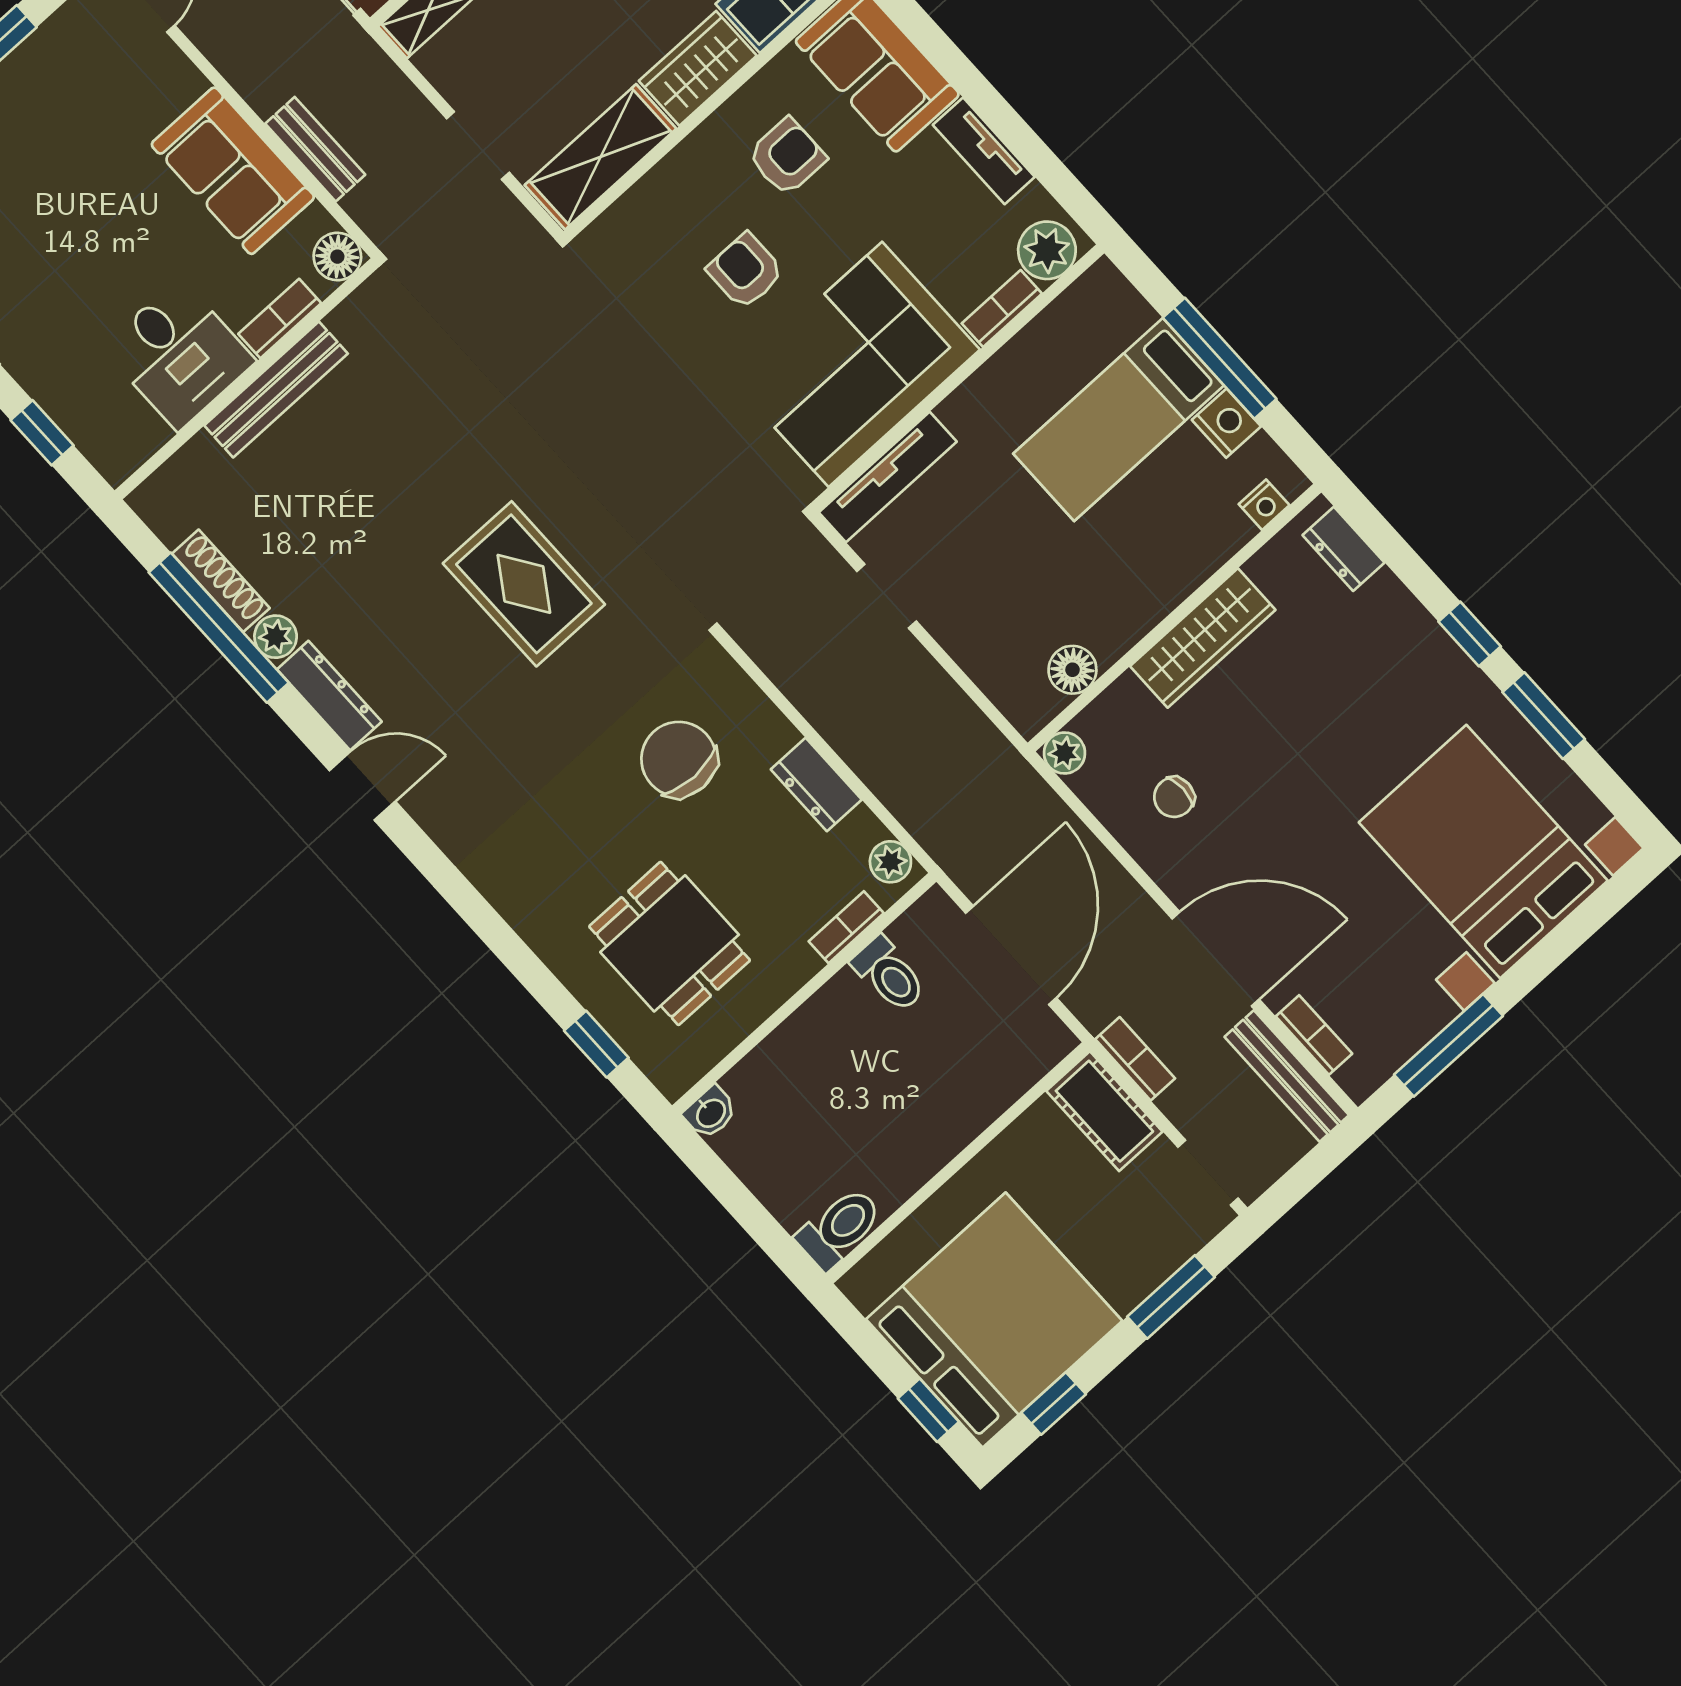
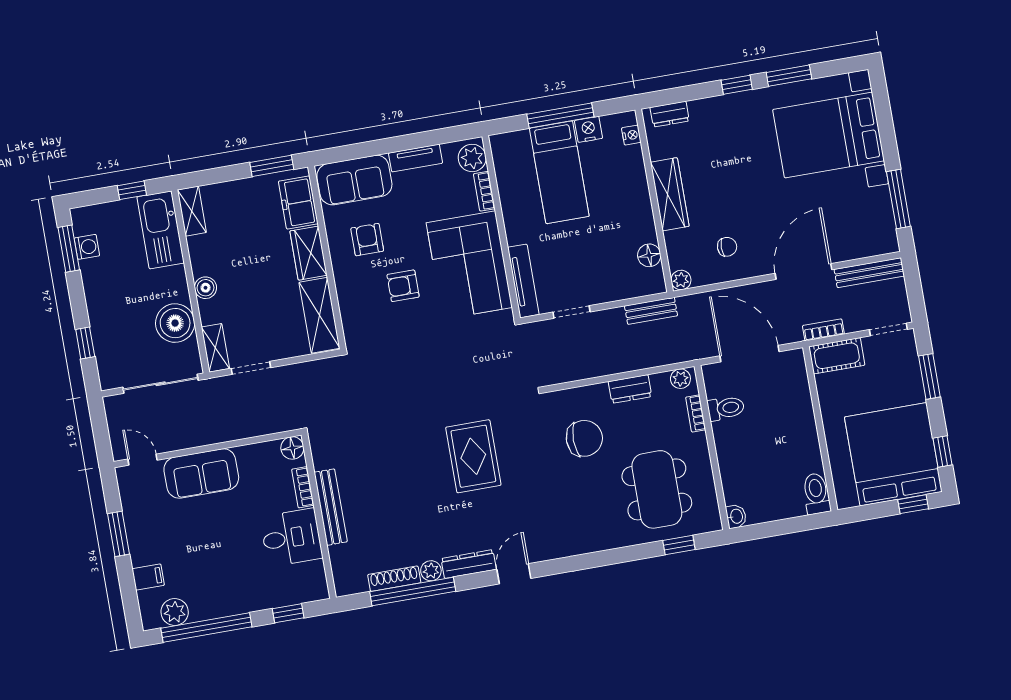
doorway: (478, 145) -> (251, 368), moved
bench: (315, 149) -> (651, 311), moved
sofa: (233, 171) -> (201, 474), moved
rug: (524, 584) -> (473, 456), turned 90
chair: (679, 759) -> (584, 438), turned 180
chair: (1174, 797) -> (727, 247), turned -90
dining table: (670, 943) -> (657, 489), width x1.38
bookcase: (1314, 1035) -> (860, 251), removed

